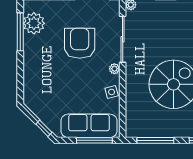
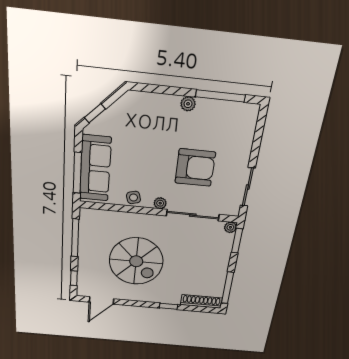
plant: (34, 23) -> (188, 104), moved, width x0.53, depth x0.53

